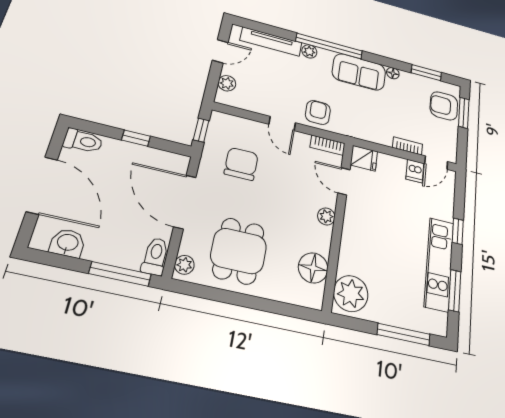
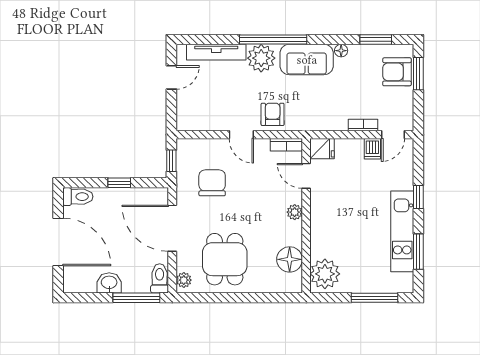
plant: (309, 51) -> (261, 58), width x1.87, depth x1.87
plant: (227, 83) -> (184, 109), removed
washbasin: (68, 243) -> (109, 283), moved

